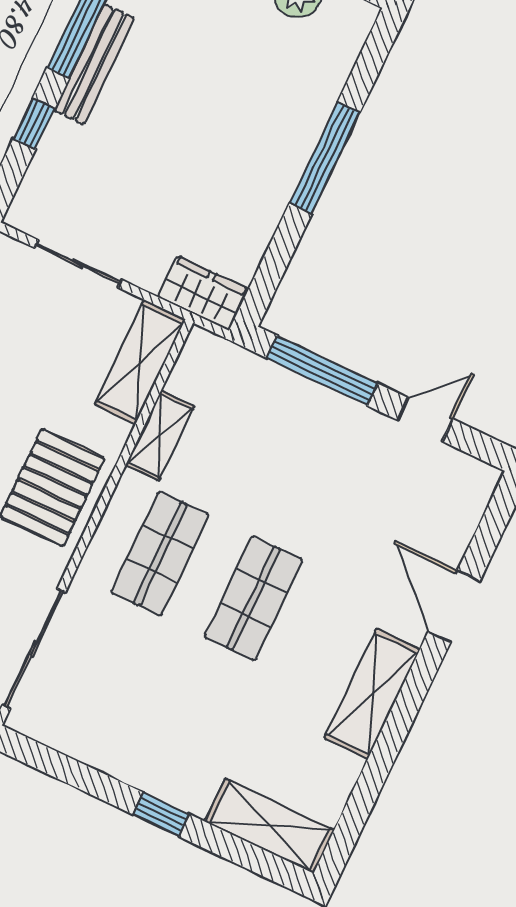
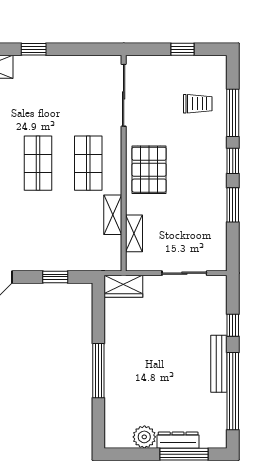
shelving: (140, 362) -> (134, 233), width x0.67, depth x0.75
window: (322, 371) -> (55, 277), width x0.46

